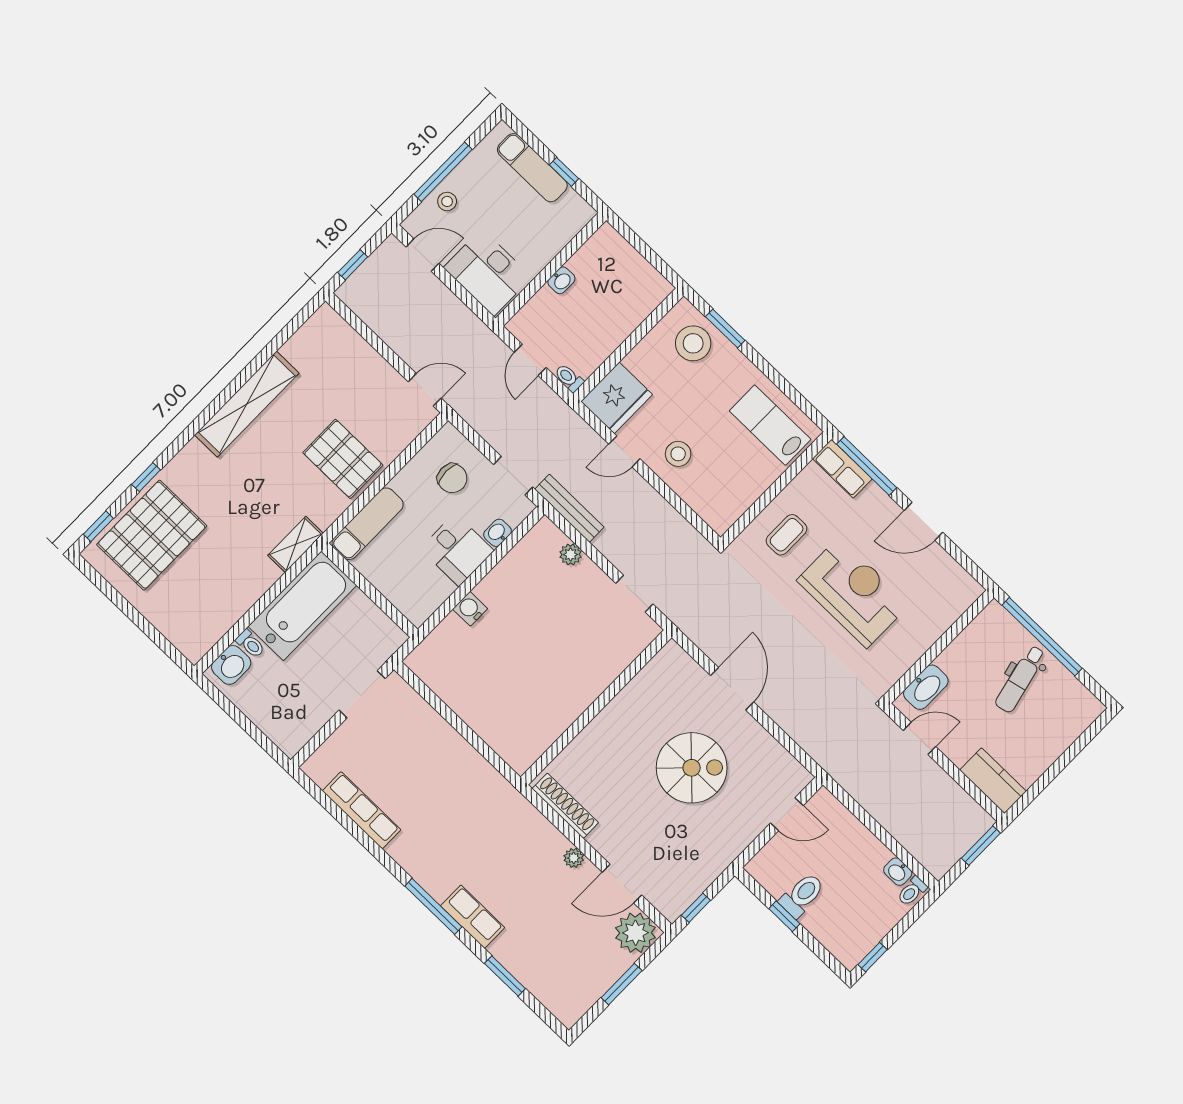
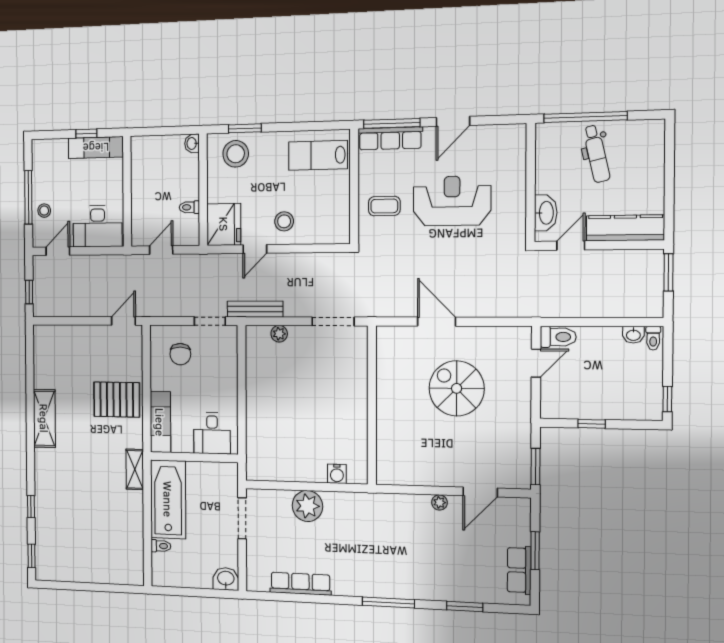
exam couch: (532, 168) -> (96, 148), moved
washbasin: (561, 280) -> (192, 143), moved, turned 180
door: (530, 360) -> (161, 250), swing flipped
toilet: (569, 378) -> (189, 207), moved
shelving: (247, 404) -> (44, 418), width x0.68
row of seats: (842, 469) -> (390, 138), width x1.48
chair: (452, 478) -> (180, 354), turned 90
washbasin: (497, 533) -> (230, 360), removed
pallet: (152, 535) -> (61, 535), removed
coffee table: (787, 535) -> (384, 206), turned 90
desk: (457, 550) -> (212, 433), moved, turned 90
doorway: (634, 594) -> (333, 321), width x1.38
water cooler: (470, 609) -> (337, 474), moved, turned -90
washbasin: (231, 665) -> (226, 579), moved, turned -90
spiral stairs: (692, 768) -> (457, 388), turned -90
kitchen counter: (993, 781) -> (625, 228), width x1.50
shoe rack: (565, 806) -> (407, 477), removed
toilet: (802, 895) -> (558, 337), moved, turned 90
window: (696, 908) -> (535, 467), width x1.50
row of seats: (473, 917) -> (519, 570), moved, turned -90
plant: (635, 933) -> (307, 506), moved

